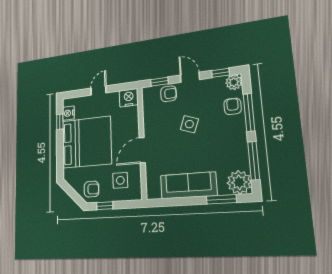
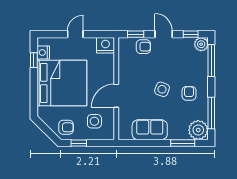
armchair: (233, 106) -> (189, 93), moved
window: (249, 112) -> (211, 61), moved
side table: (189, 124) -> (162, 89), moved
sofa: (188, 185) -> (150, 130), width x0.73

